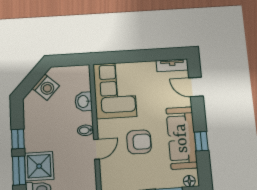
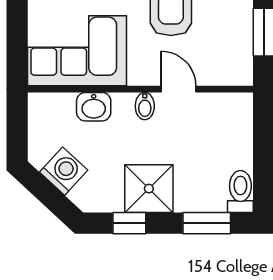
window: (18, 139) -> (129, 223), moved
shower: (39, 166) -> (149, 189), moved

